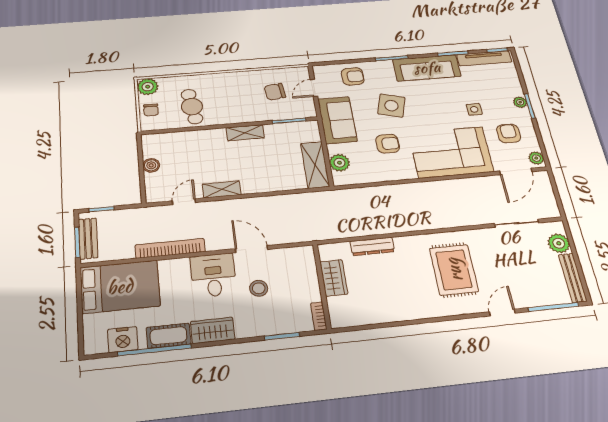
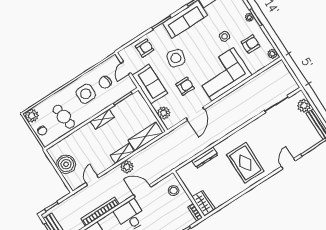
side table: (240, 93) -> (86, 94), added
armchair: (509, 133) -> (251, 44), turned 91
boiler: (151, 165) -> (66, 164), width x1.86, depth x1.86
shelving: (315, 165) -> (145, 137), moved, turned 90
door: (516, 171) -> (195, 114), moved
shelving: (222, 189) -> (122, 153), moved
plant: (246, 207) -> (127, 167), added
rug: (454, 270) -> (245, 163), moved
wardrobe: (334, 278) -> (203, 203), moved
stool: (259, 288) -> (174, 191), moved

